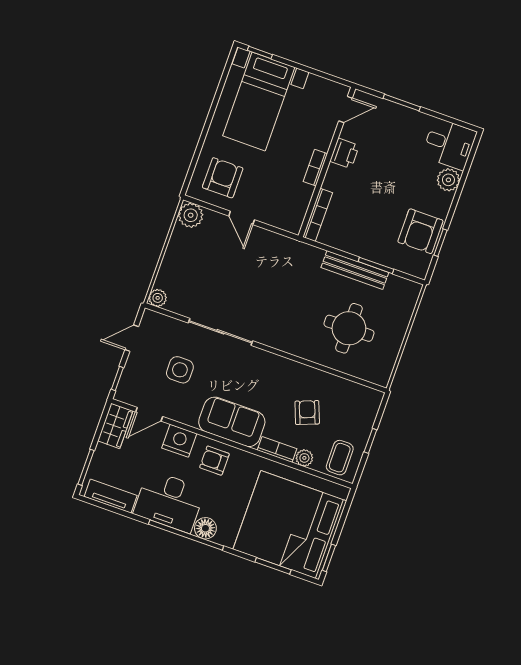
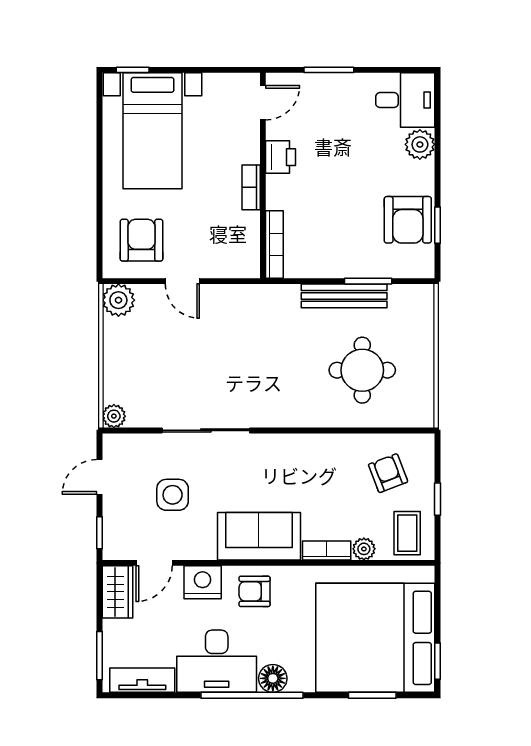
armchair: (307, 413) -> (388, 473), moved

